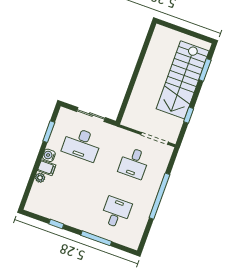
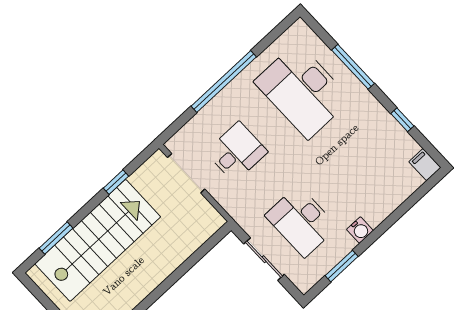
desk: (82, 144) -> (301, 221), turned 180
filing cabinet: (47, 168) -> (425, 165), moved
plant: (40, 178) -> (391, 203), removed
desk: (116, 212) -> (302, 91), width x1.87, depth x1.30

